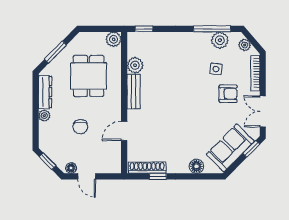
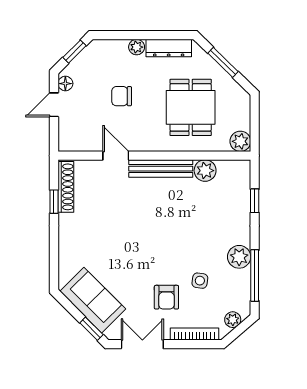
window: (144, 29) -> (255, 201), moved
plant: (220, 40) -> (239, 257), moved
dining table: (89, 76) -> (191, 107), turned 90
bench: (134, 92) -> (161, 169), width x1.36
floor lamp: (196, 166) -> (68, 254), removed

